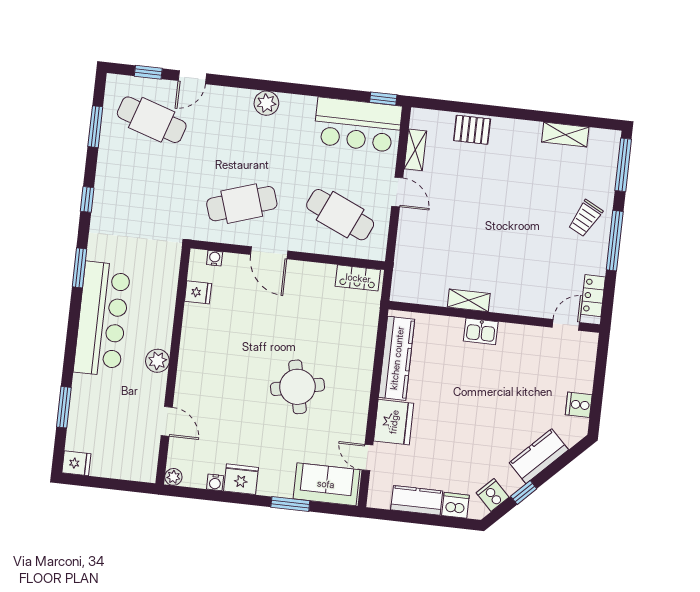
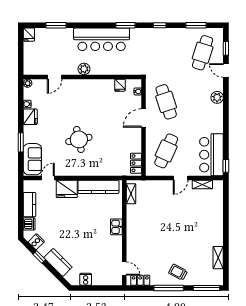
plant: (266, 103) -> (217, 97), moved
pallet: (472, 130) -> (215, 211), removed
shelving: (469, 300) -> (131, 194), moved

